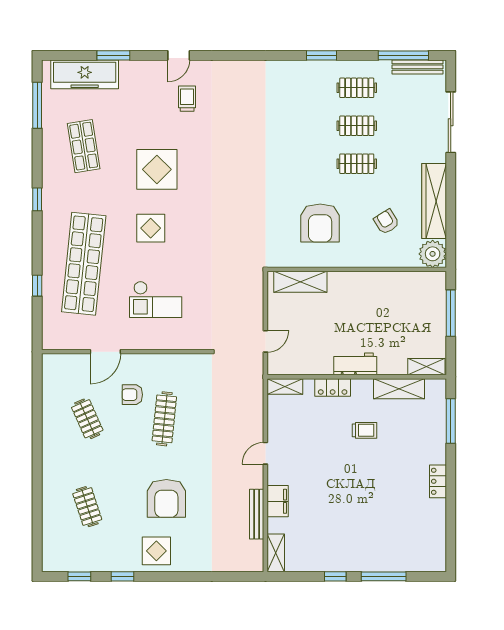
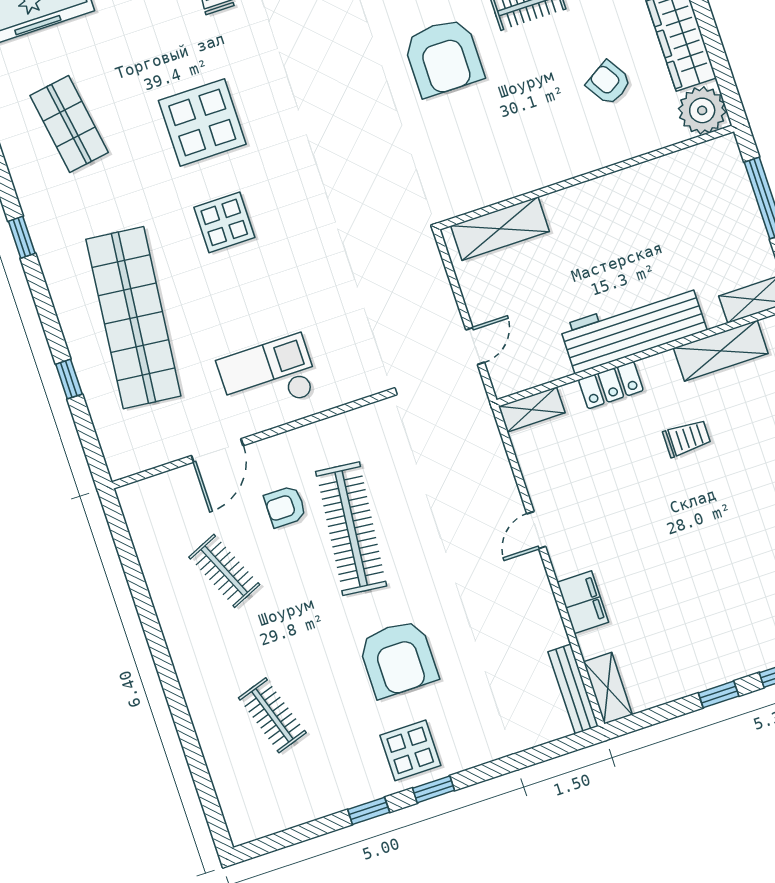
armchair: (320, 223) -> (443, 57), moved
checkout: (156, 299) -> (268, 376), moved, turned 180
workbench: (355, 364) -> (633, 328), width x1.88, depth x1.32
clothes rail: (164, 419) -> (351, 529), width x1.37, depth x1.31
bench: (257, 514) -> (573, 689), moved
window: (79, 576) -> (434, 789), moved

